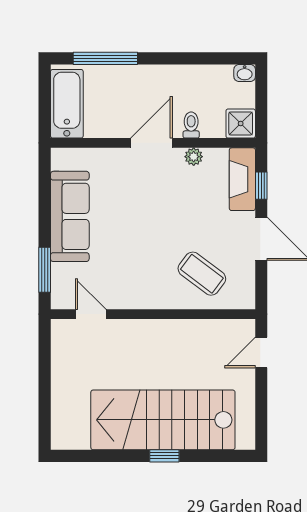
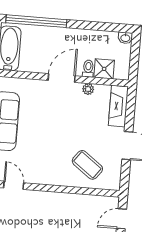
window: (105, 58) -> (36, 21), width x1.46
shower: (241, 123) -> (104, 69), moved
window: (261, 186) -> (130, 111), removed

